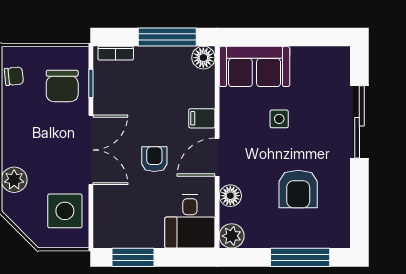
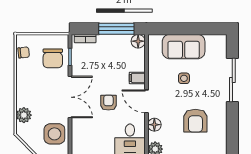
sofa: (254, 66) -> (184, 47), moved
door: (217, 157) -> (146, 101), hinge flipped

